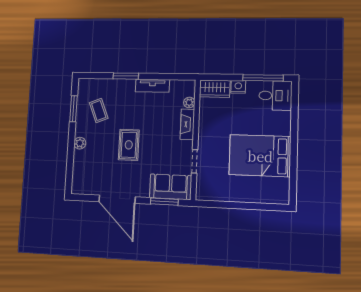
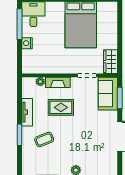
wardrobe: (215, 89) -> (110, 62), moved, turned 180
coffee table: (99, 110) -> (44, 139), moved
rug: (129, 145) -> (61, 107), moved

